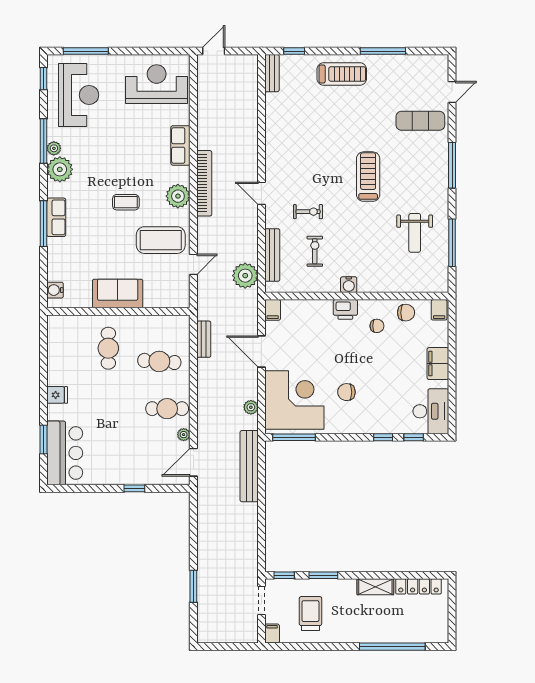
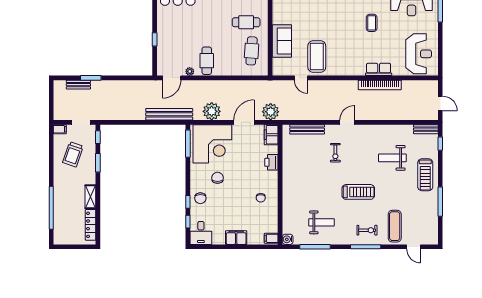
door: (214, 51) -> (440, 103), moved
weight bench: (316, 124) -> (392, 158), added
bookcase: (204, 183) -> (380, 85), moved
plant: (178, 196) -> (345, 68), removed
coffee table: (126, 202) -> (372, 23), moved
weight bench: (415, 233) -> (321, 222), turned 180
exercise bike: (315, 251) -> (367, 230), moved
plant: (245, 276) -> (271, 112), moved
water cooler: (349, 285) -> (288, 239), moved
sofa: (118, 293) -> (282, 41), moved
printer: (345, 309) -> (271, 162), moved
filing cabinet: (273, 310) -> (271, 135), width x2.00
chair: (406, 313) -> (200, 198), moved
bench: (204, 339) -> (78, 85), moved
cafe table: (159, 361) -> (252, 51), moved
plant: (251, 407) -> (212, 111), width x1.88, depth x1.88
desk: (431, 411) -> (201, 233), width x0.73
door: (193, 462) -> (172, 78), swing flipped
trolley: (310, 613) -> (73, 154), turned 109

